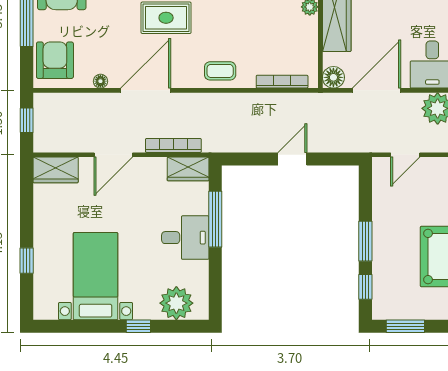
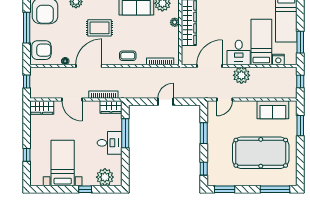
armchair: (55, 60) -> (41, 50), turned 90
floor lamp: (333, 77) -> (187, 59), removed
door: (113, 155) -> (72, 100), hinge flipped
window: (365, 241) -> (204, 133), moved

